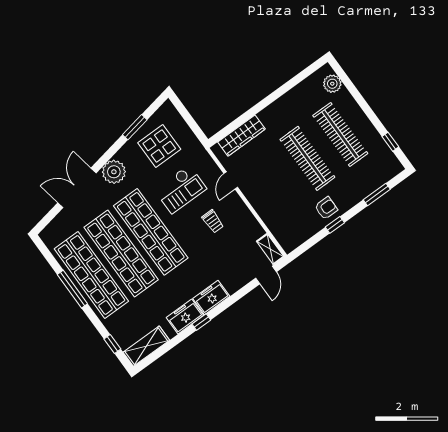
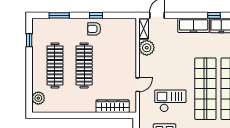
trolley: (213, 221) -> (165, 69), removed
plant: (251, 230) -> (147, 48), added
freezer: (211, 297) -> (194, 25), width x1.40

